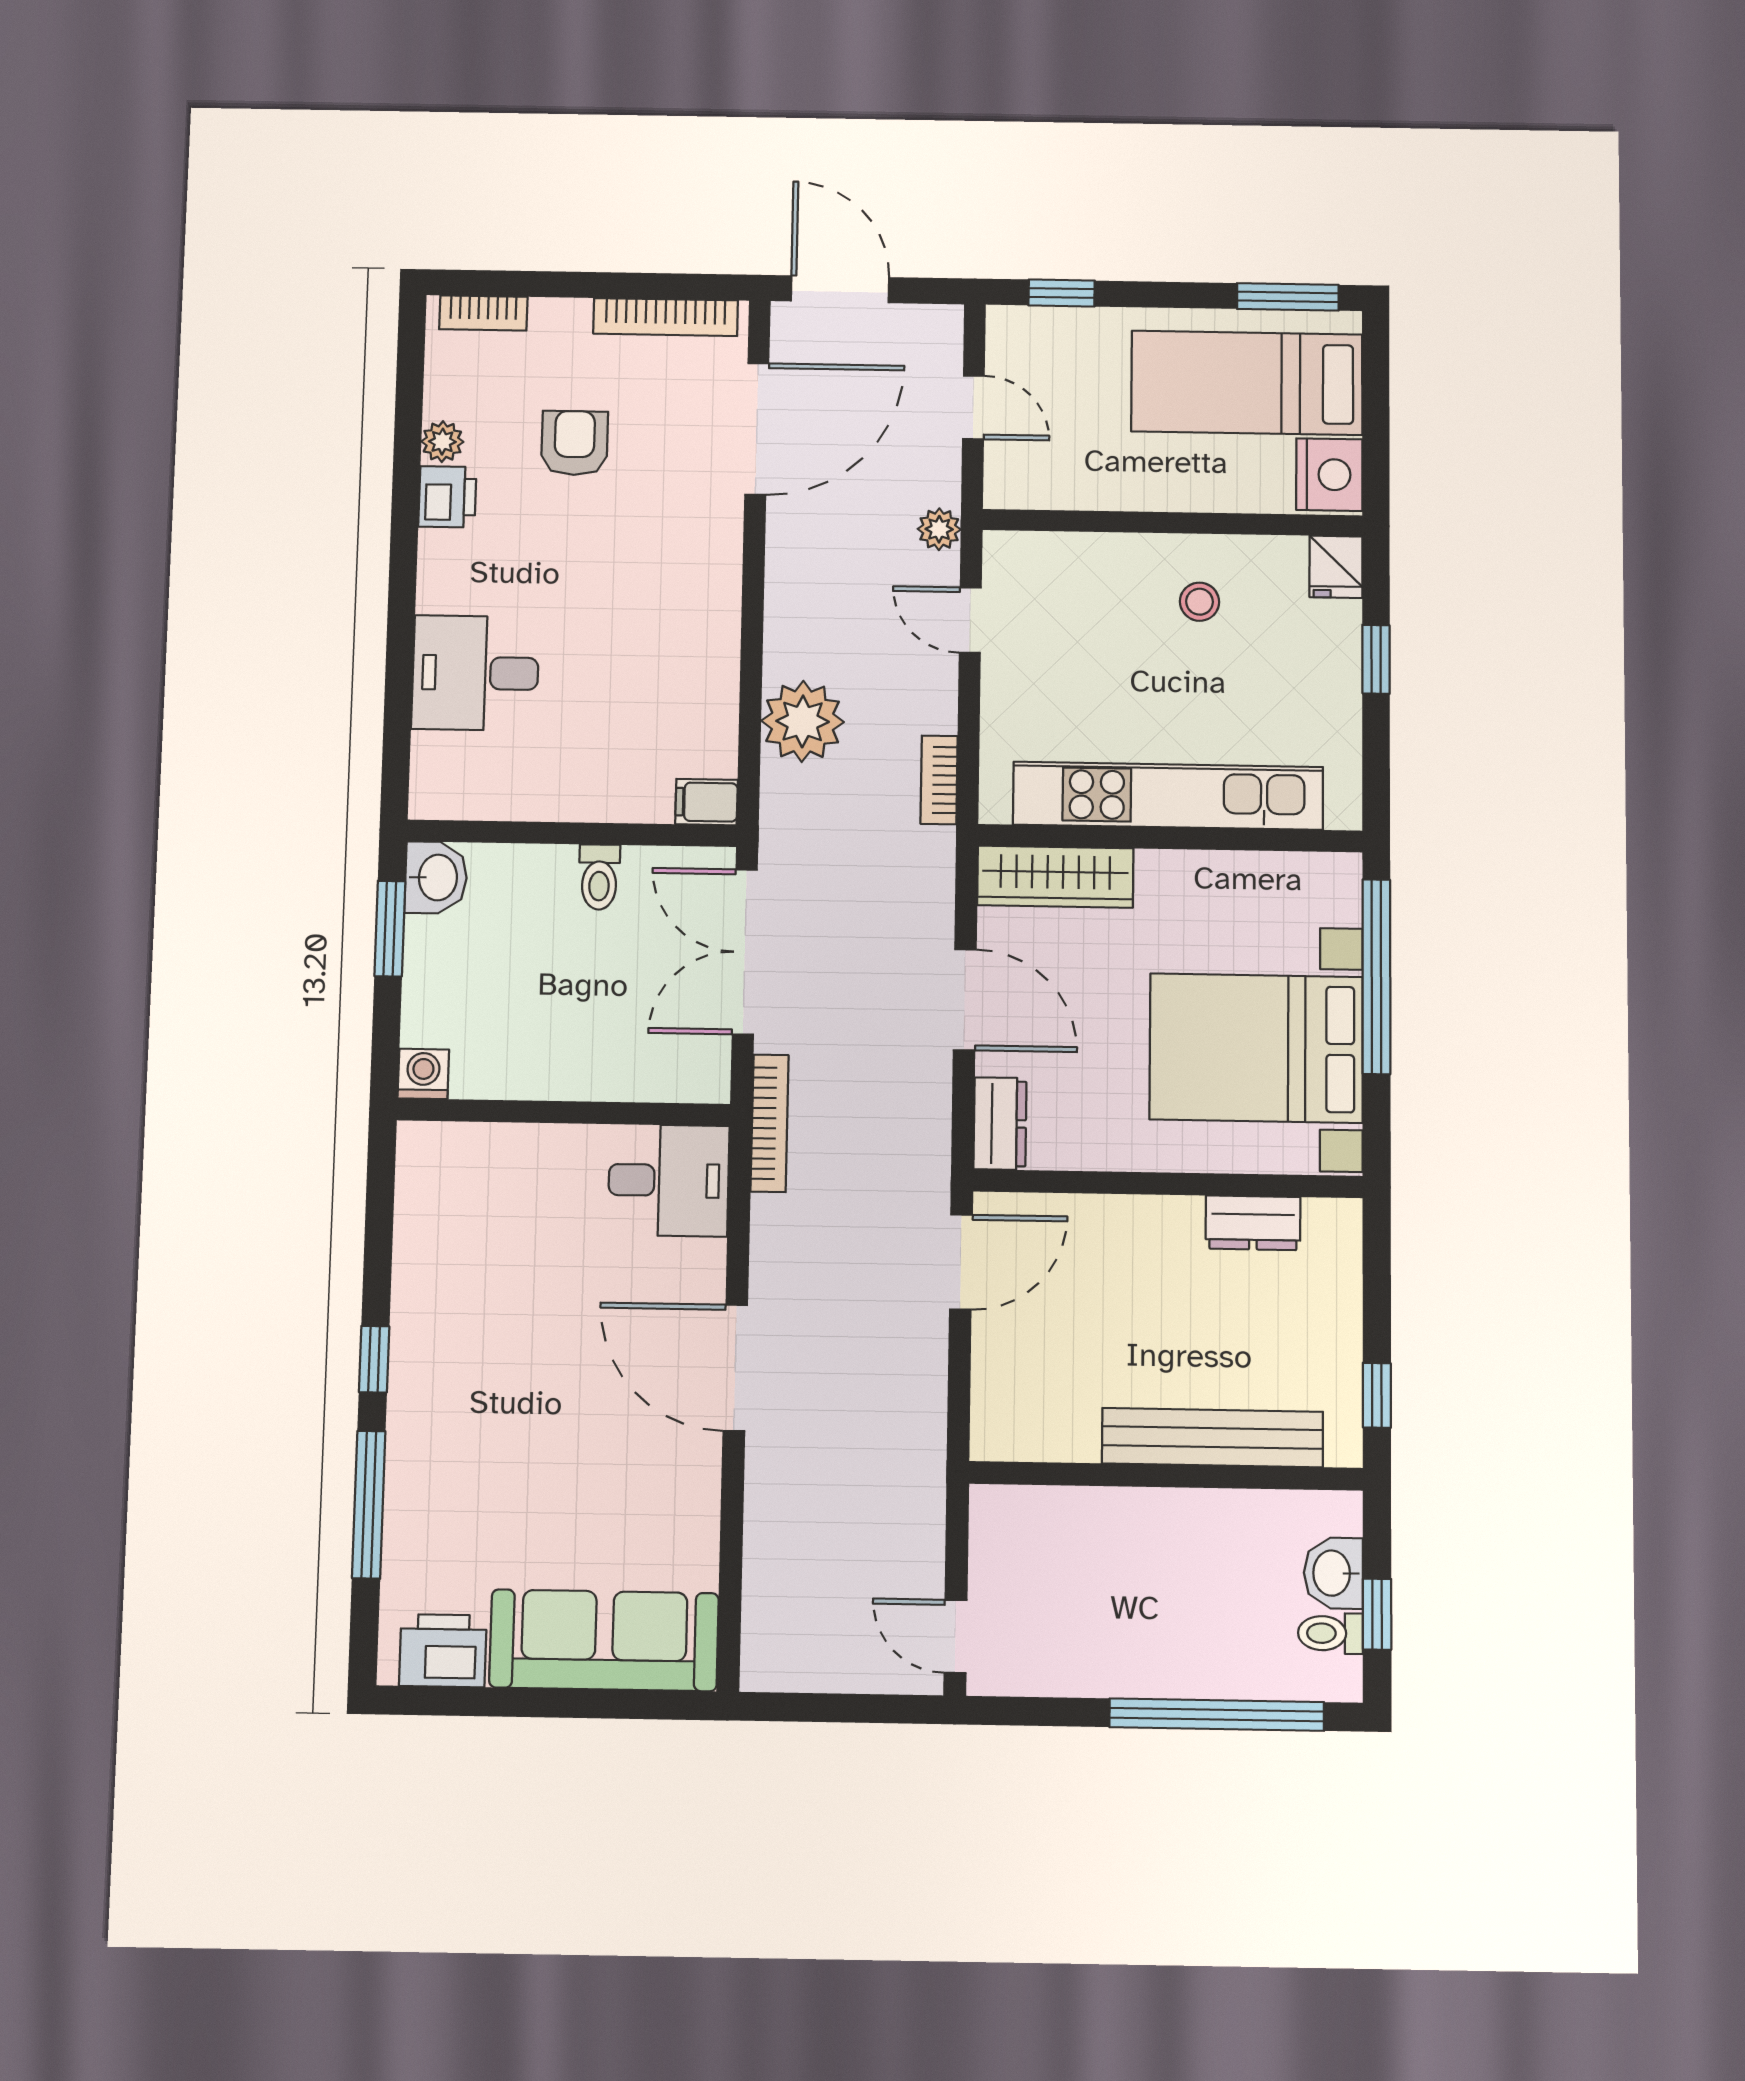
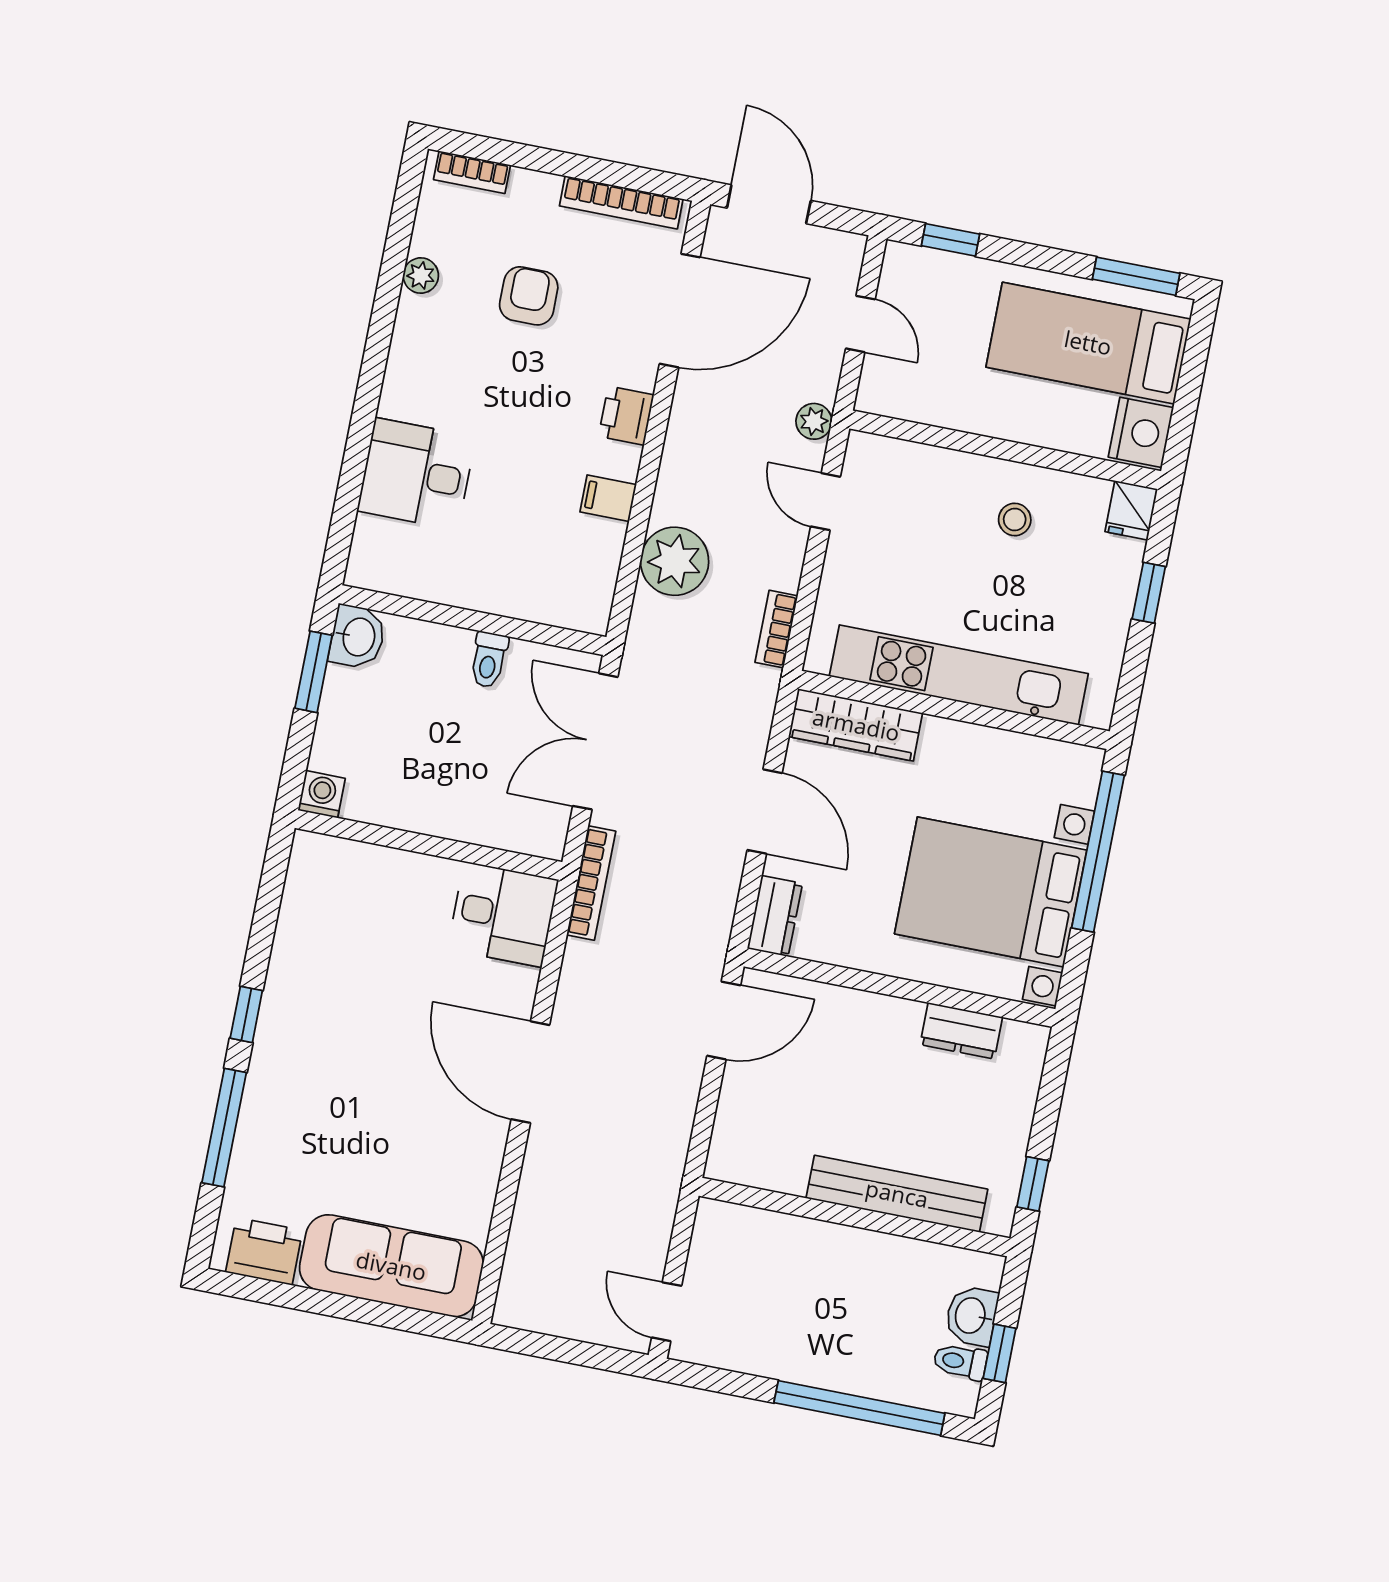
printer: (447, 497) -> (626, 416), moved, turned 180
filing cabinet: (707, 802) -> (608, 498), moved

